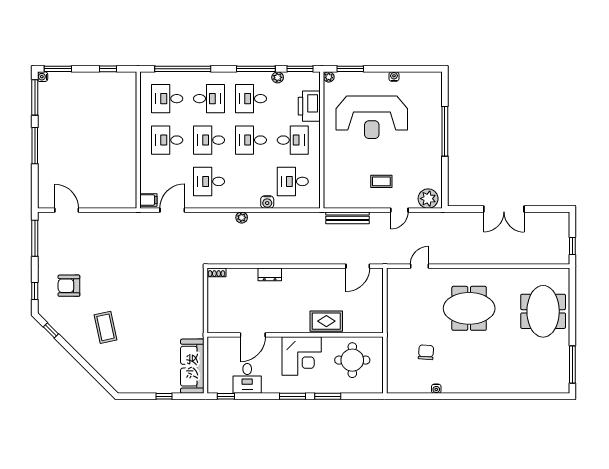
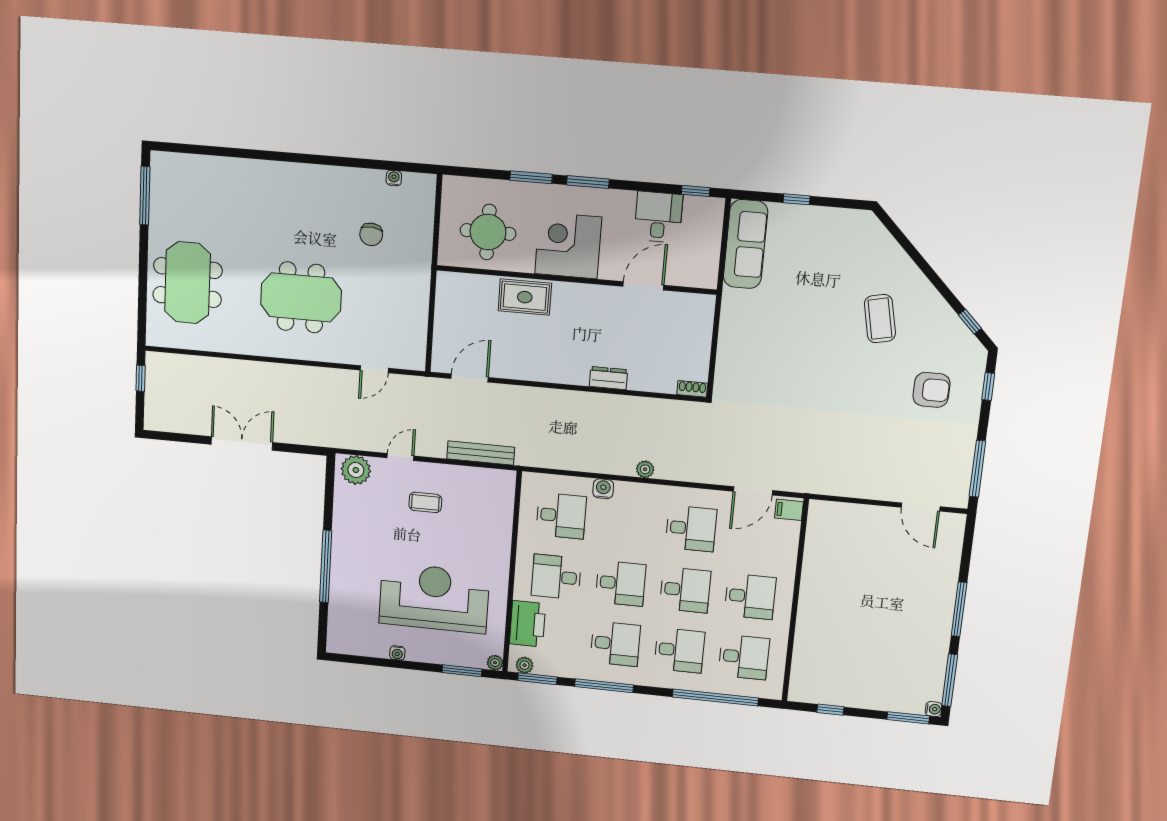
plant: (278, 77) -> (525, 665), moved
desk: (209, 99) -> (679, 650), turned 180
water cooler: (436, 389) -> (394, 178), moved

